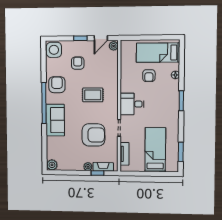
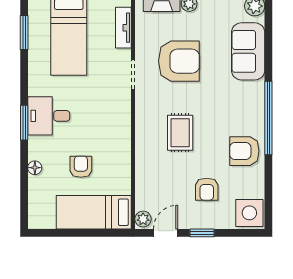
bed: (158, 53) -> (94, 212), moved, turned 180
armchair: (57, 85) -> (244, 151), turned 90
rug: (93, 95) -> (180, 133), turned 90
desk: (132, 104) -> (49, 116), moved, turned 180
sofa: (55, 120) -> (248, 51), moved
armchair: (93, 135) -> (179, 61), turned 180

